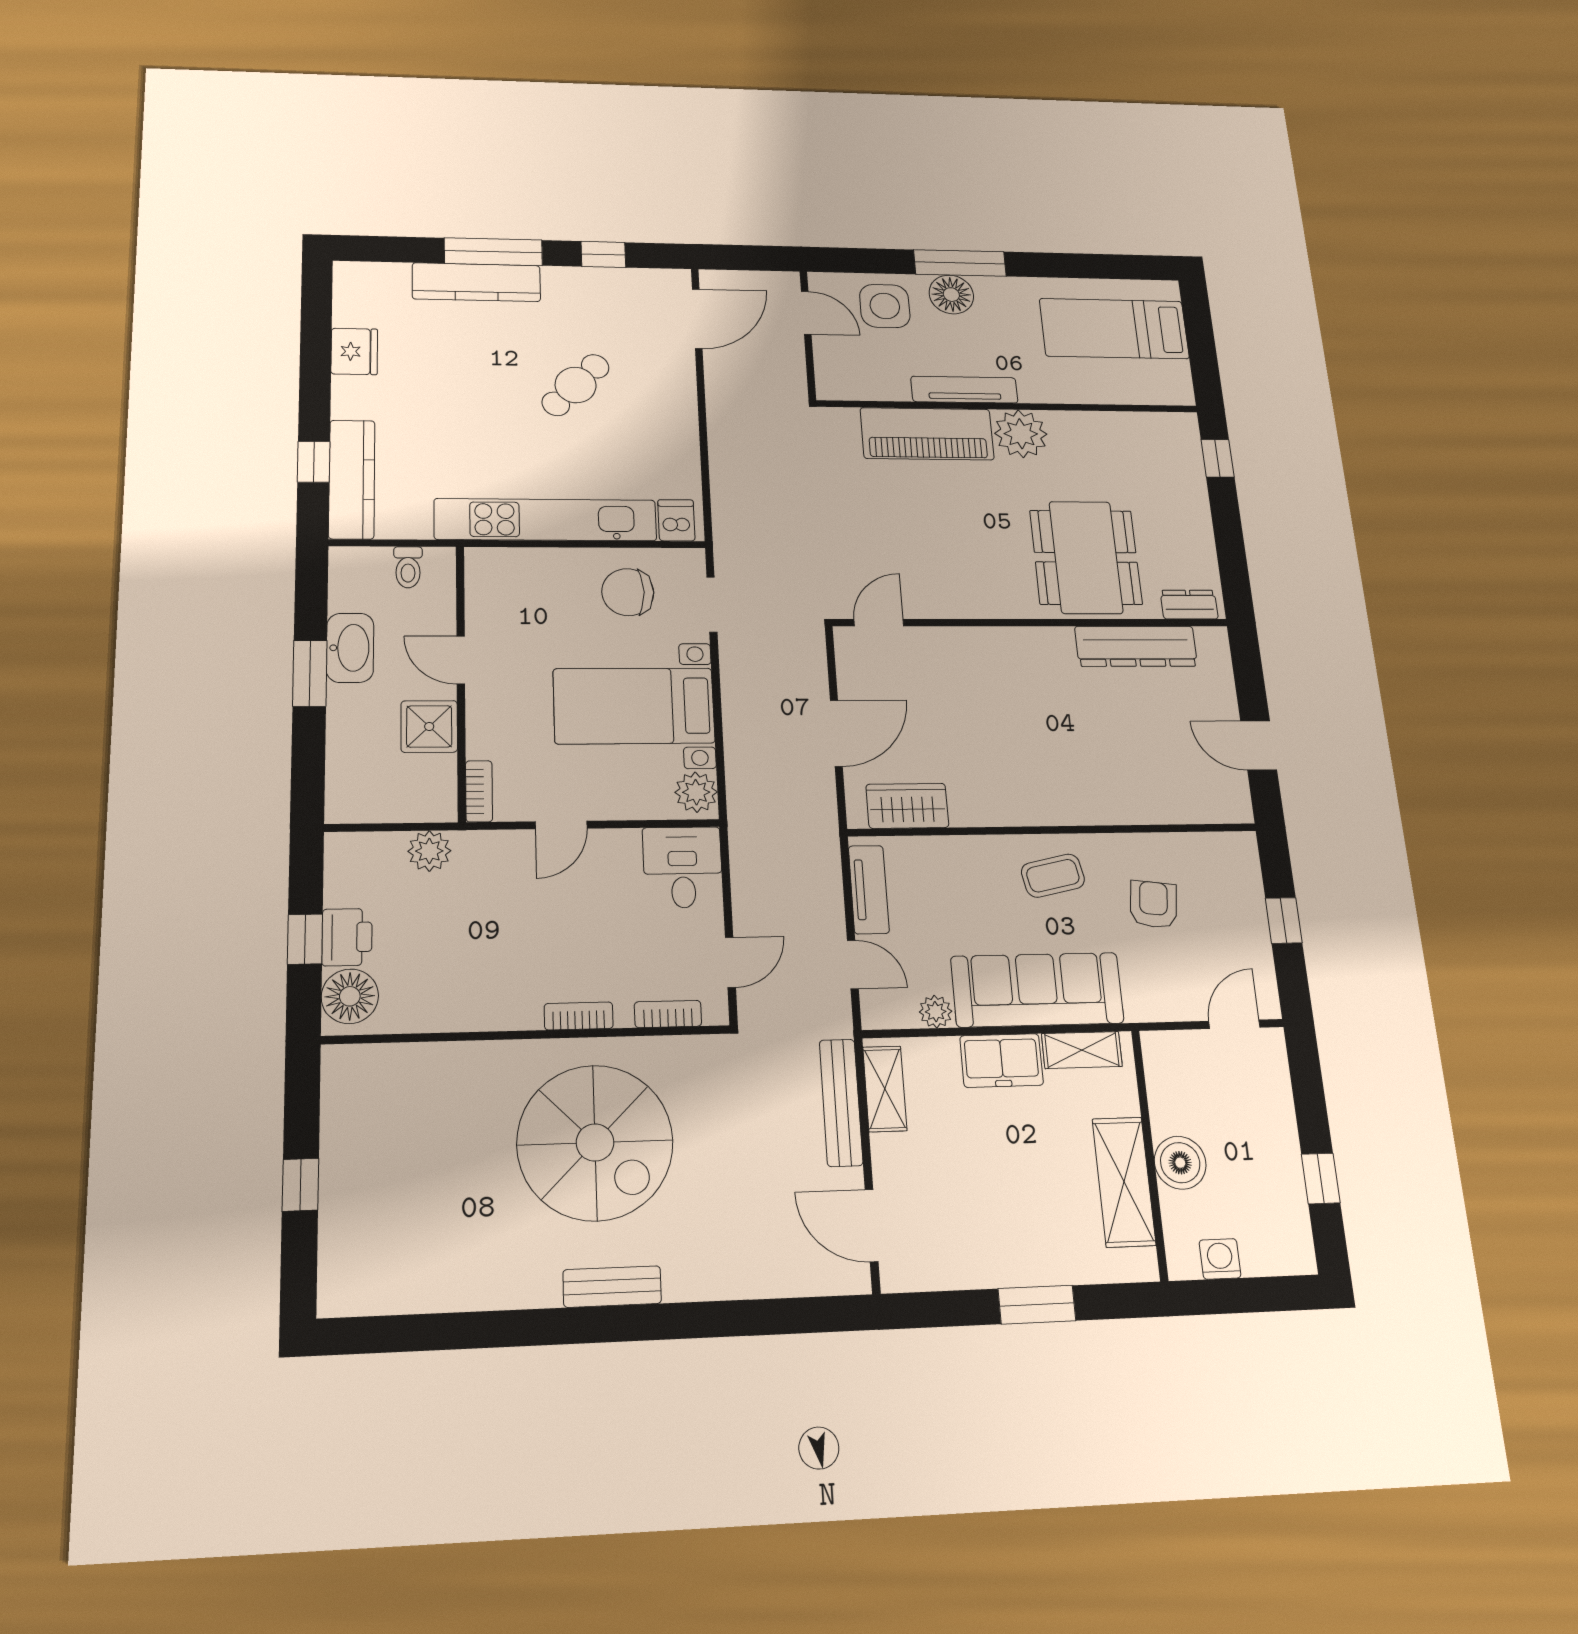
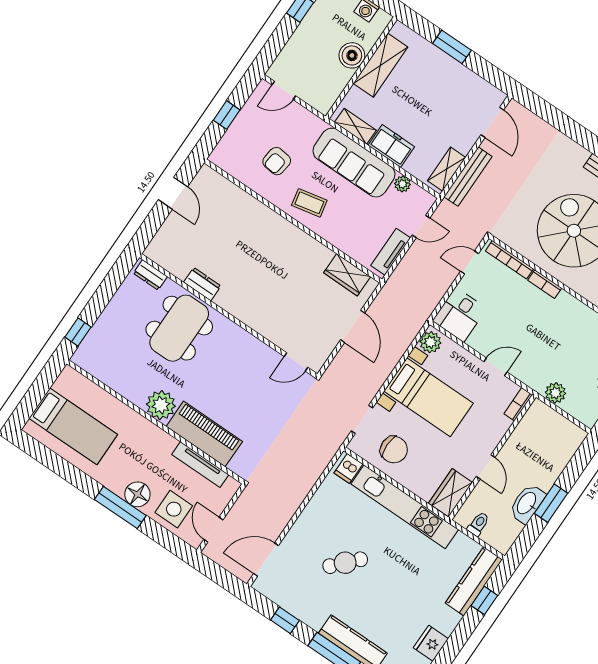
tv unit: (964, 390) -> (200, 465), moved
wardrobe: (488, 585) -> (451, 493), added
dresser: (1136, 646) -> (202, 284), width x0.51, depth x0.80
shower: (429, 726) -> (519, 446), removed
door: (836, 733) -> (353, 326), swing flipped
door: (853, 964) -> (421, 226), swing flipped
bookcase: (668, 1014) -> (509, 260), width x1.56

